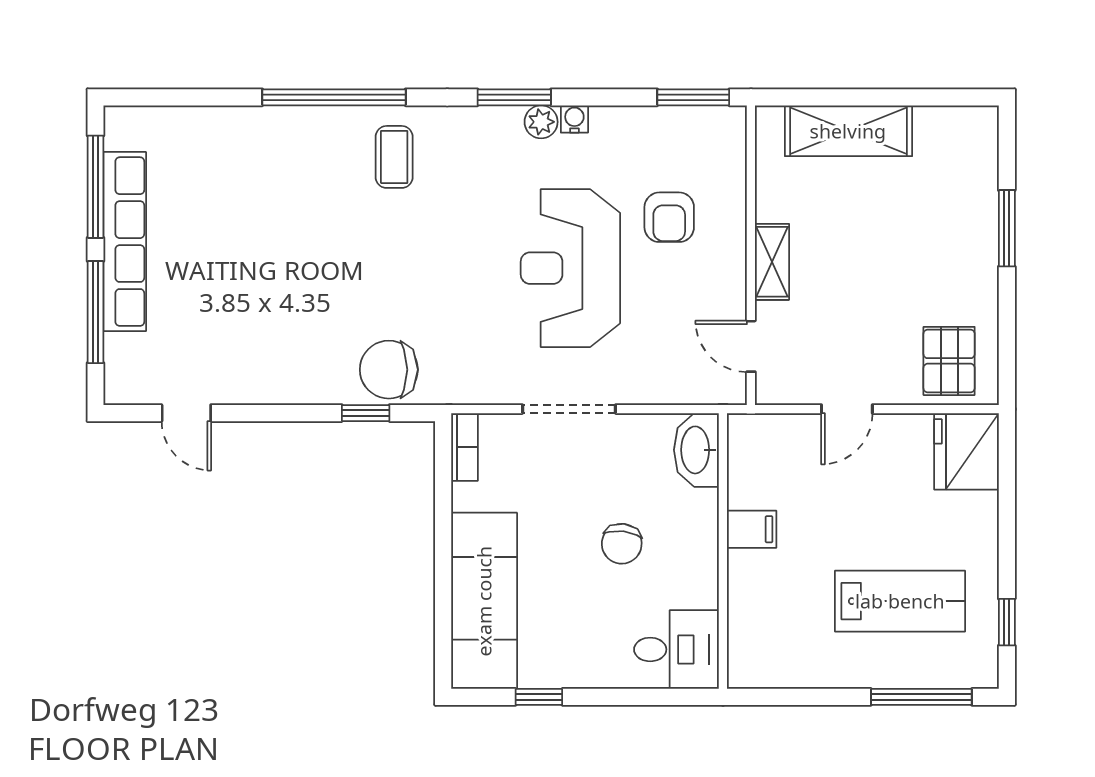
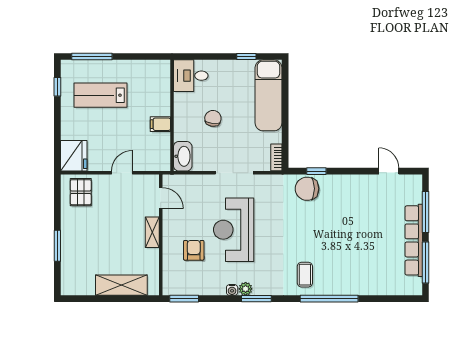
reception desk: (570, 268) -> (234, 230), turned 180
chair: (389, 370) -> (307, 189), turned 180

